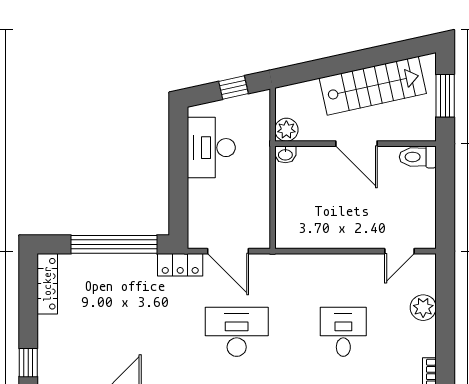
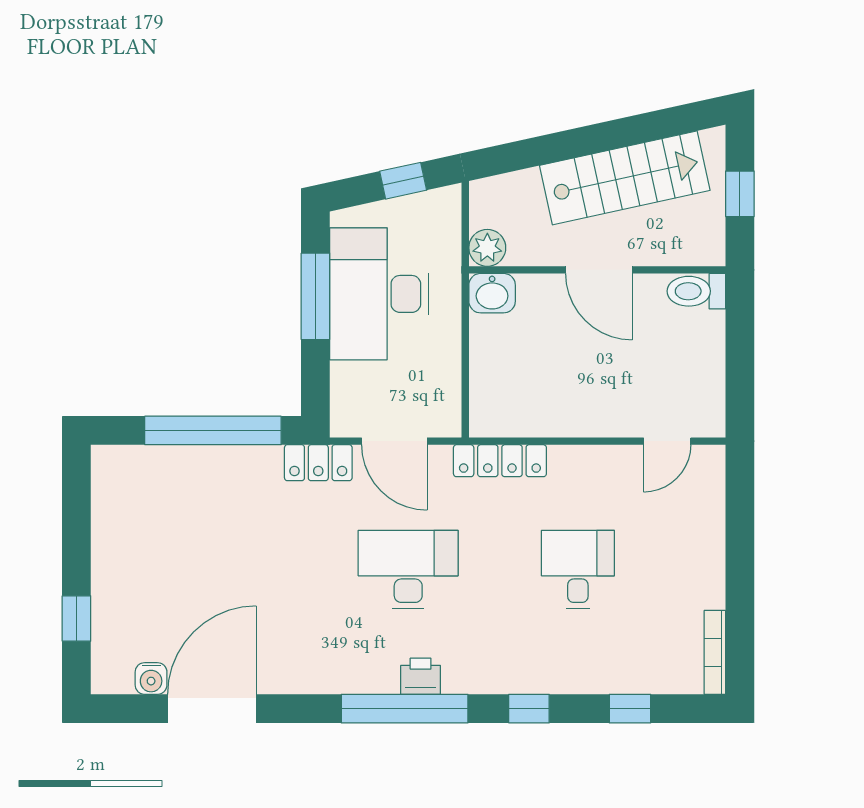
window: (445, 96) -> (740, 194), width x0.67
desk: (211, 148) -> (379, 294), width x1.36, depth x1.30
washbasin: (285, 154) -> (492, 293), width x1.38, depth x1.45
window: (178, 160) -> (315, 296), added
locker: (47, 284) -> (500, 461), moved, turned 90
plant: (423, 308) -> (705, 531), removed

